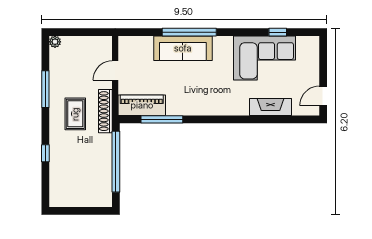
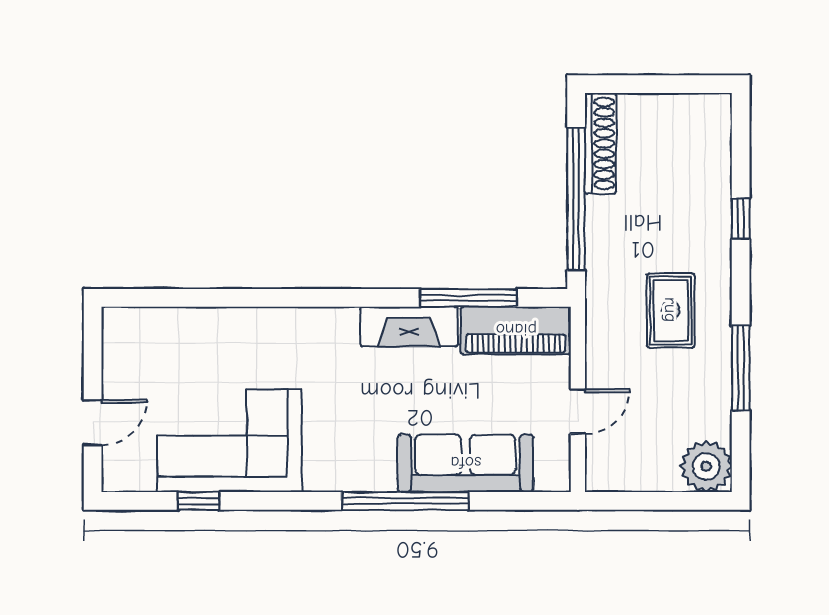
plant: (55, 42) -> (706, 466), width x1.88, depth x1.88
sofa: (183, 48) -> (466, 463), moved
door: (323, 96) -> (93, 423), moved
fireplace: (270, 107) -> (409, 327), moved
shoe rack: (105, 111) -> (600, 143), moved

